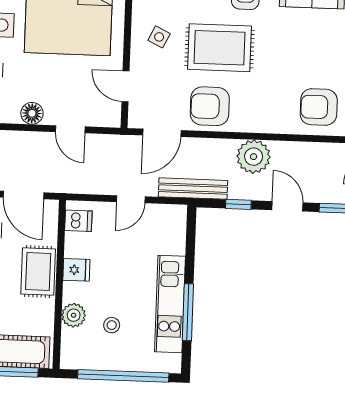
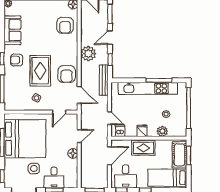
door: (131, 199) -> (109, 118), moved
kitchen unit: (170, 304) -> (148, 88), width x1.36

